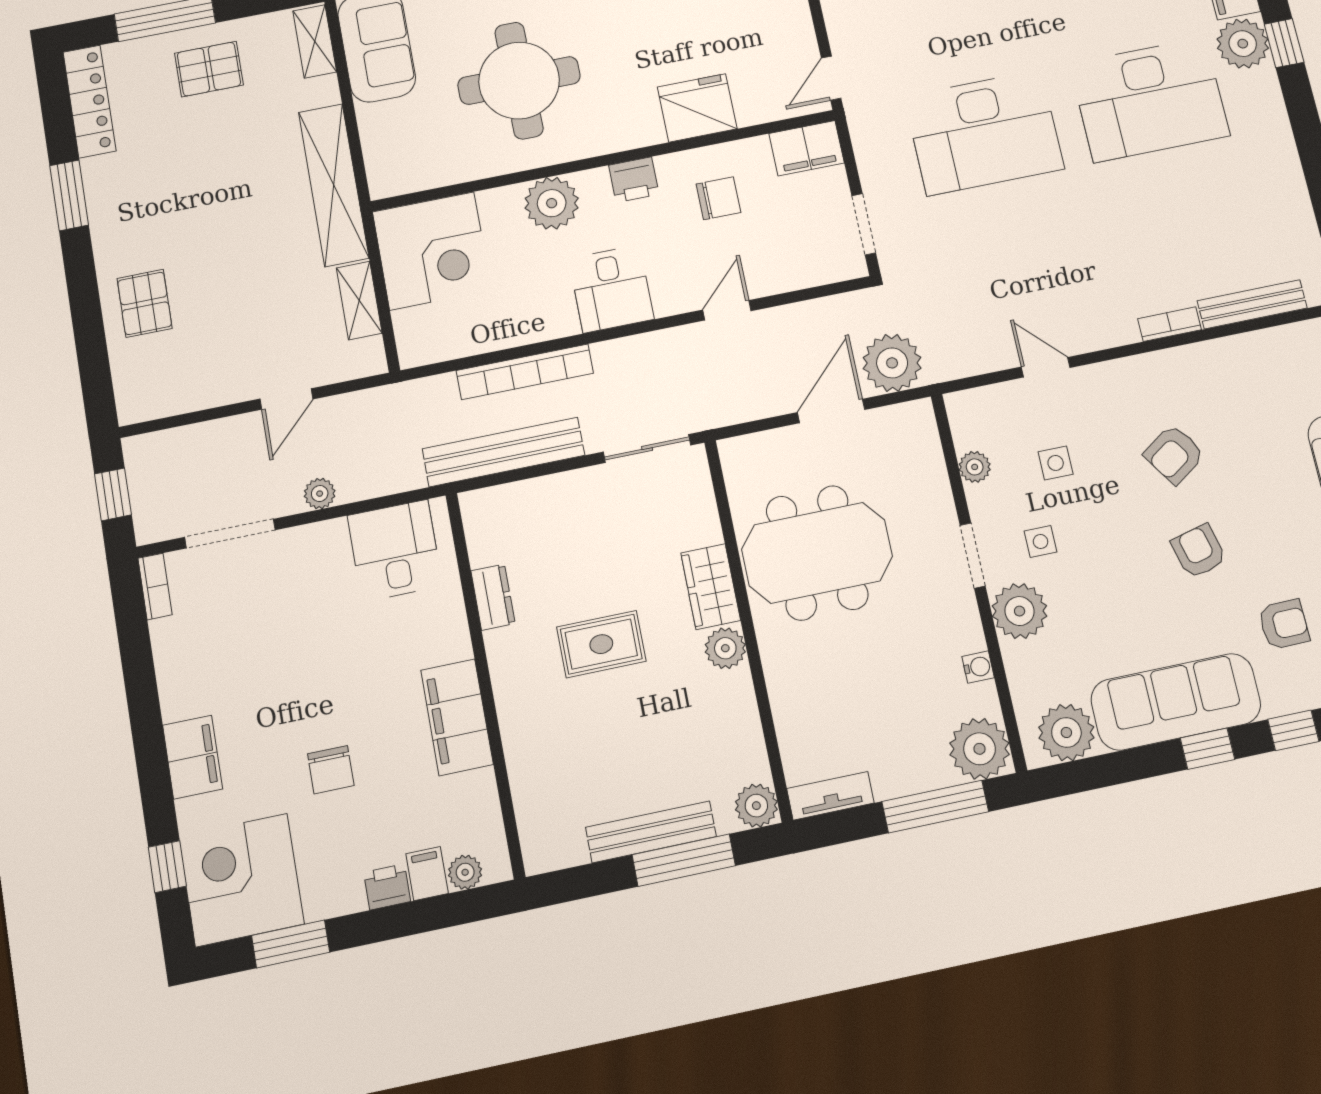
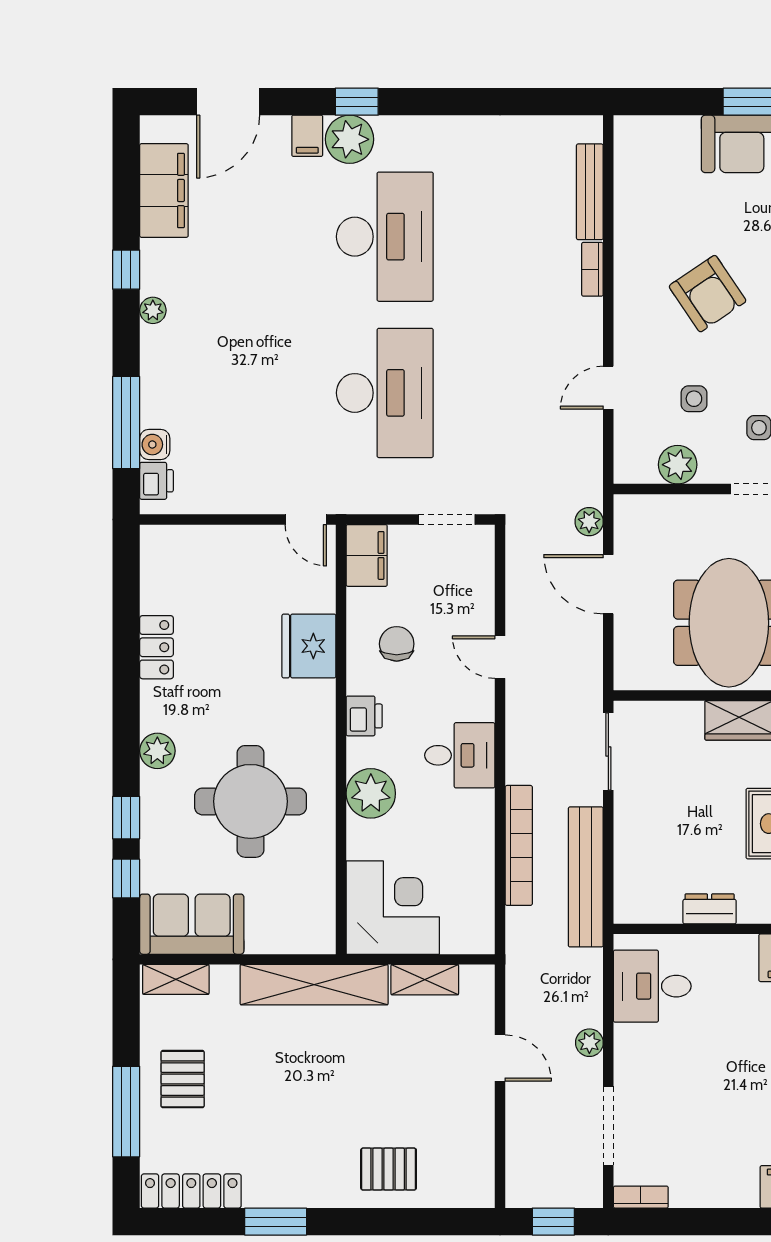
plant: (892, 363) -> (589, 522), width x0.53, depth x0.53
armchair: (1174, 454) -> (708, 294), width x1.38, depth x1.38
plant: (975, 467) -> (678, 465), width x1.38, depth x1.38

